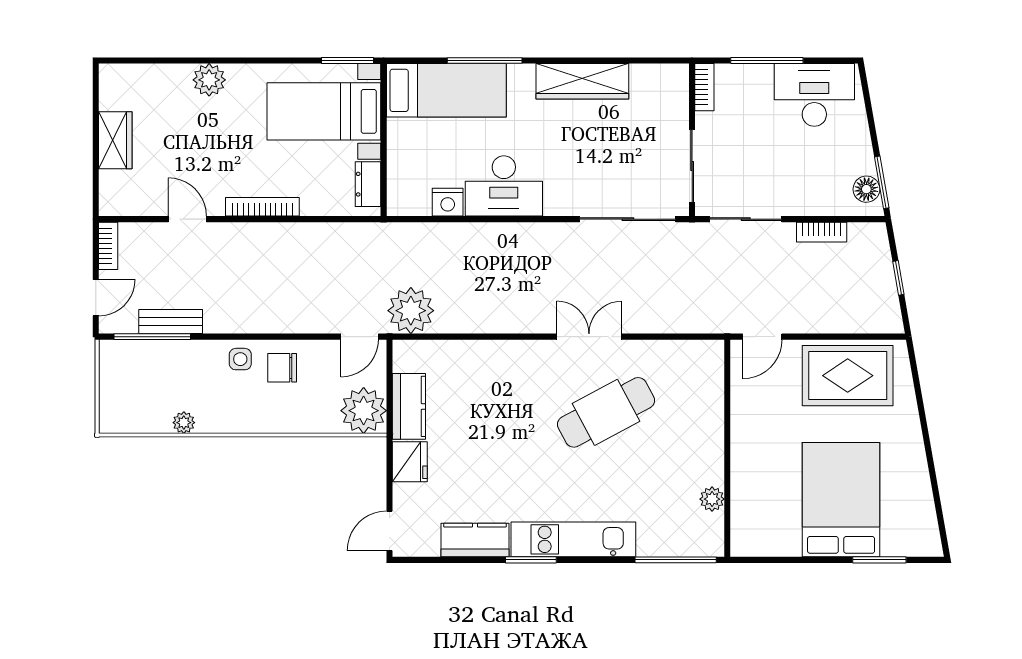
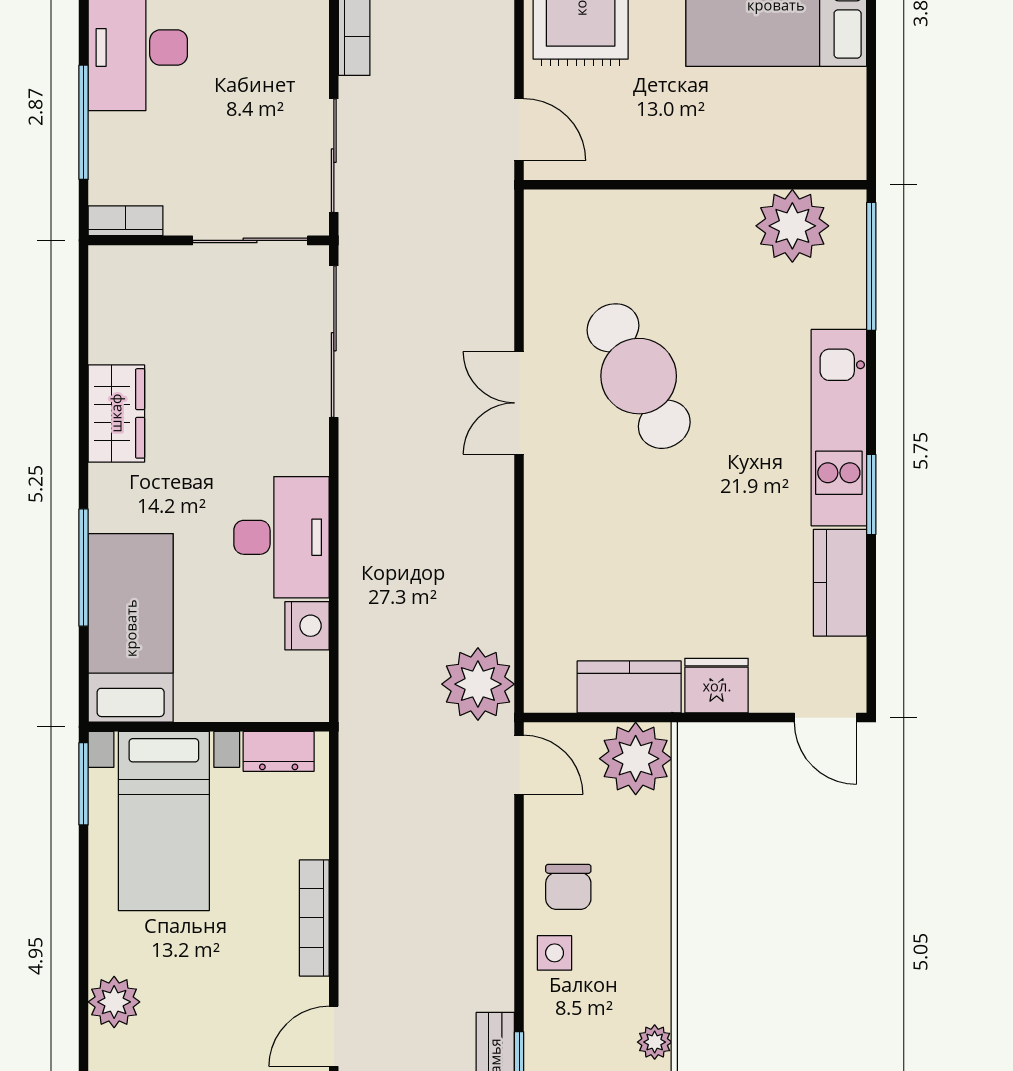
wardrobe: (582, 81) -> (116, 413), width x0.67
plant: (712, 499) -> (792, 226), width x1.88, depth x1.88

